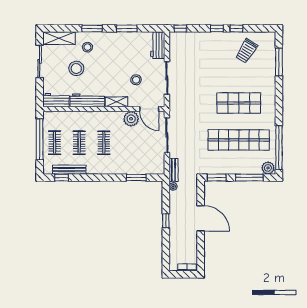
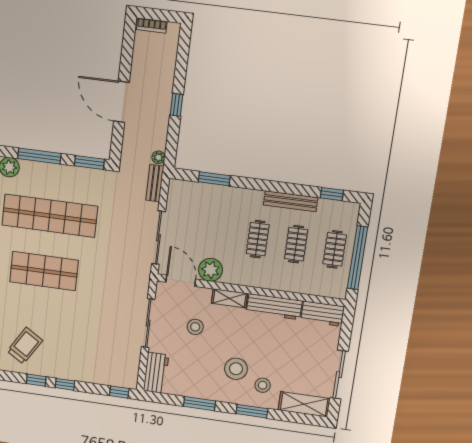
stool: (76, 68) -> (236, 369), moved
bench: (69, 170) -> (291, 201), moved

